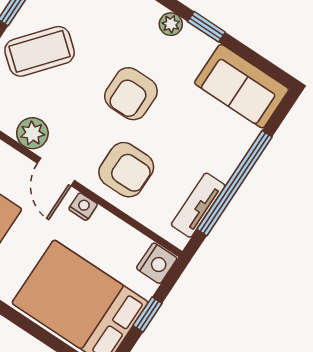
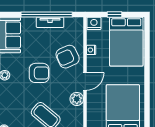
armchair: (126, 170) -> (68, 57), turned -114
tv unit: (198, 205) -> (50, 22), moved
nightstand: (83, 207) -> (91, 50), moved

